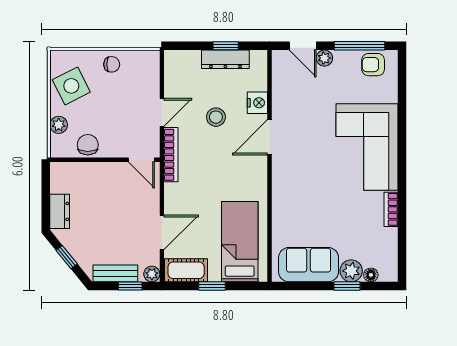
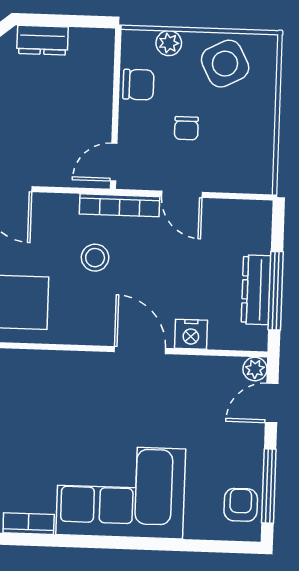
window: (226, 46) -> (276, 291), width x2.17
plant: (324, 58) -> (255, 369), moved
chair: (112, 64) -> (186, 128), moved
stool: (216, 117) -> (95, 258), moved

